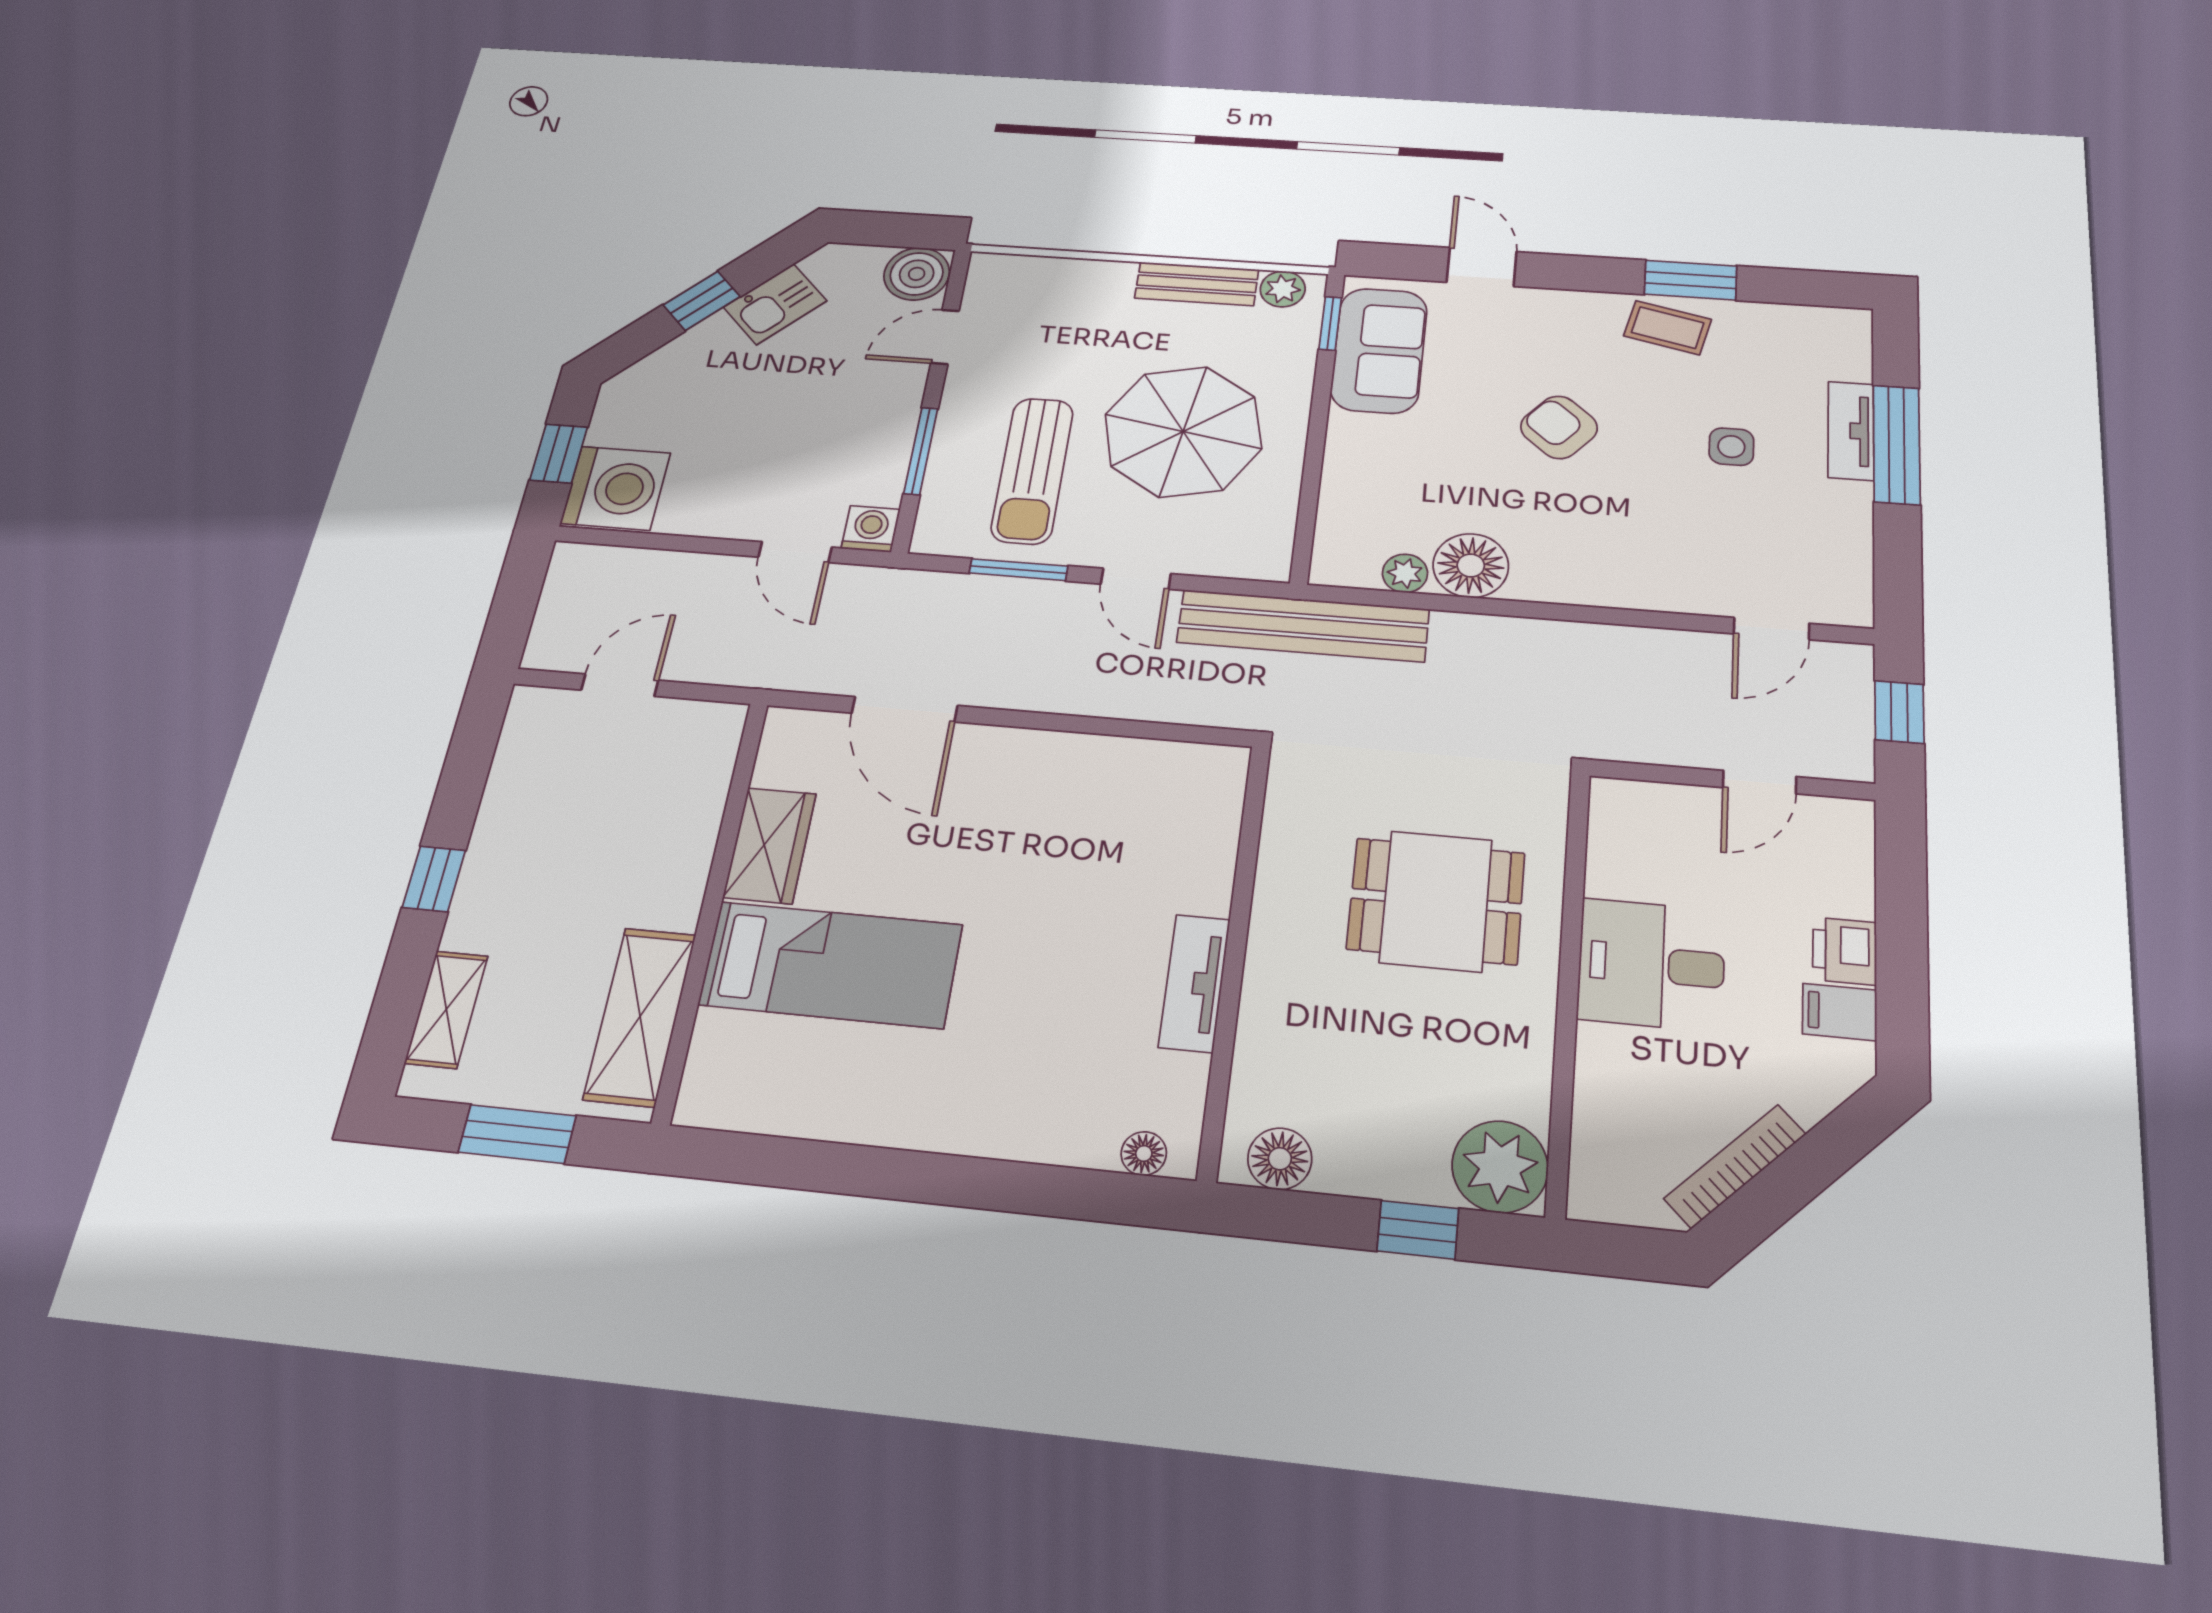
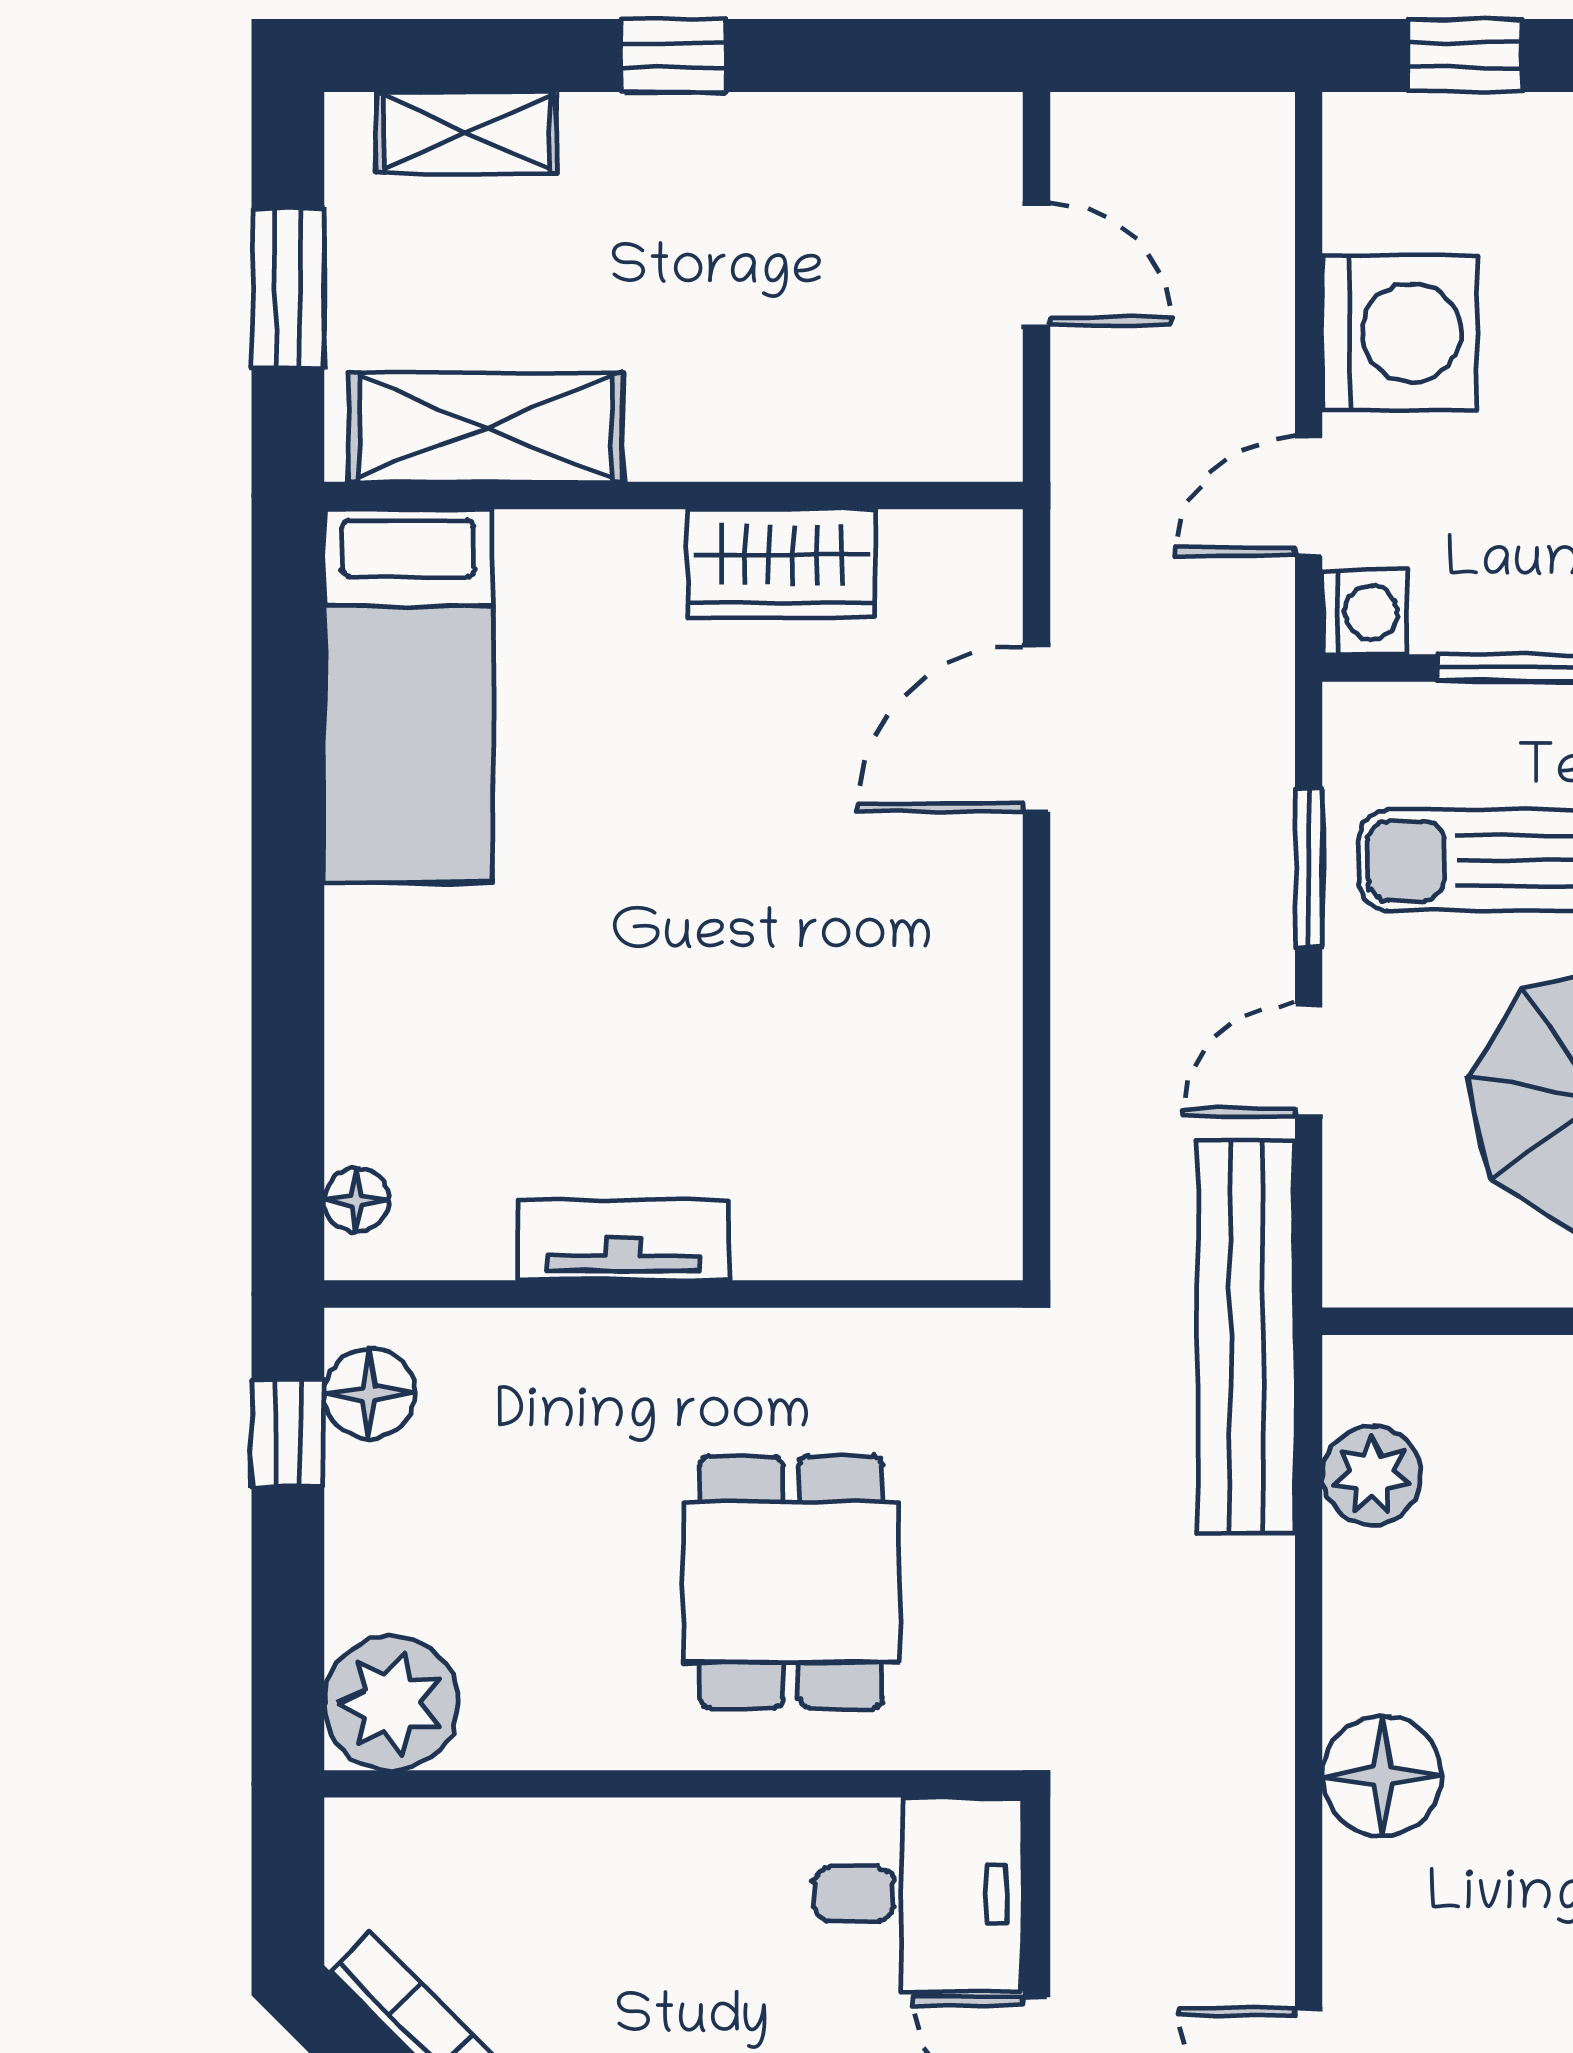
washing machine: (616, 488) -> (1400, 333), moved, turned -90
floor lamp: (1471, 566) -> (1382, 1776), moved
plant: (1405, 573) -> (1372, 1475), width x1.38, depth x1.38
bed: (831, 965) -> (408, 696), moved
desk: (1651, 965) -> (919, 1894), moved, turned 90
window: (1418, 1230) -> (288, 1433), moved

